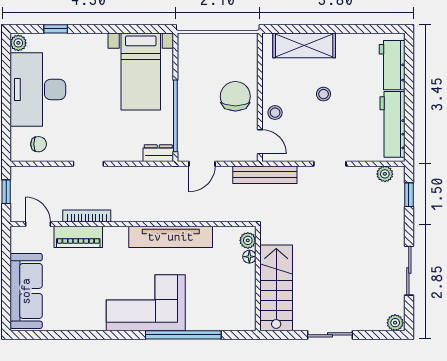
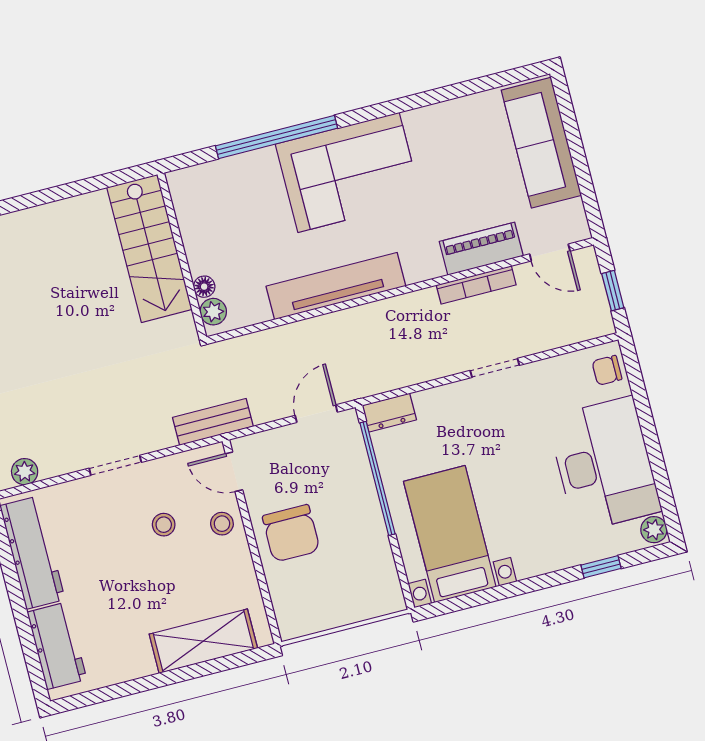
stool: (324, 94) -> (164, 525), moved
chair: (39, 144) -> (607, 370), moved
bench: (265, 175) -> (213, 422), width x0.73
sliding door: (330, 335) -> (46, 196), removed

